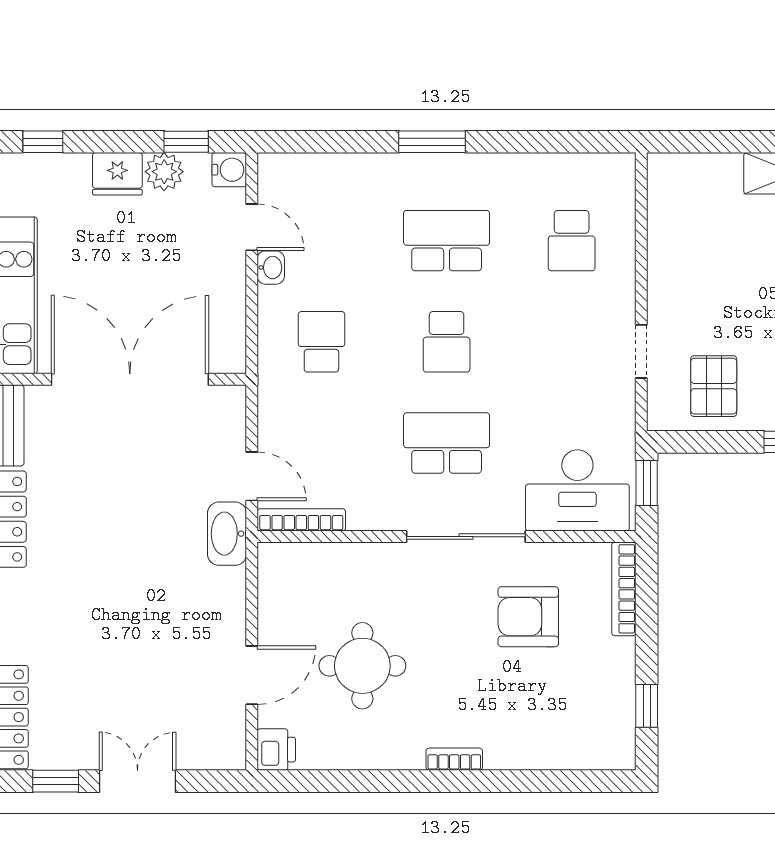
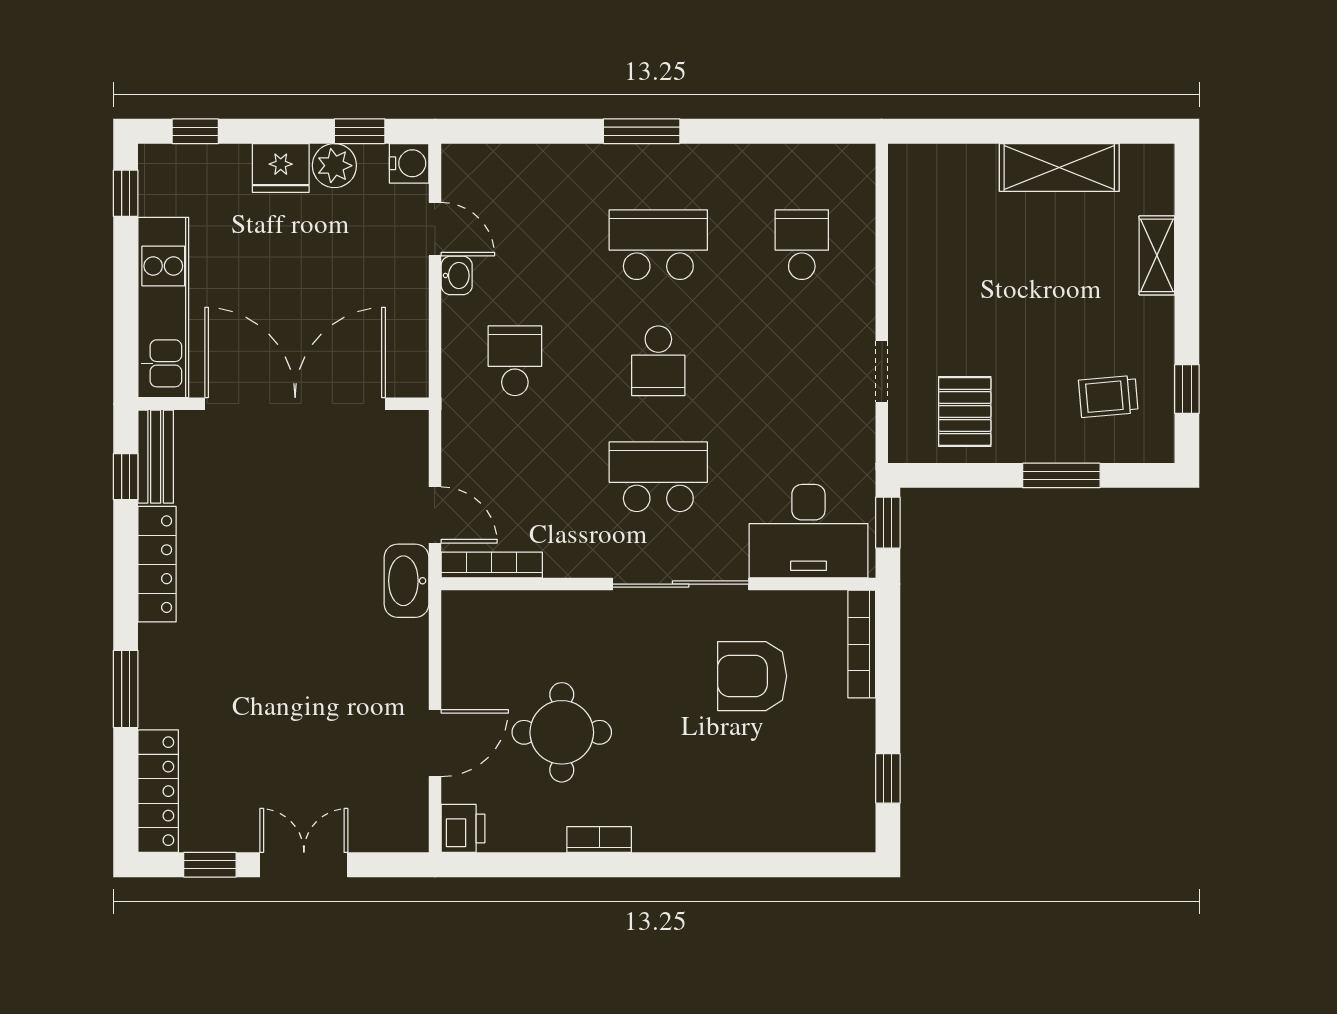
school desk: (572, 241) -> (802, 245), turned 180
bookcase: (454, 759) -> (599, 840), moved

